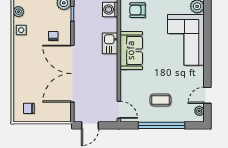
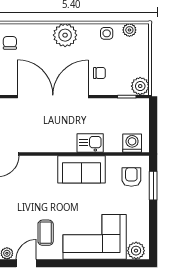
plant: (23, 64) -> (65, 35), added
door: (207, 95) -> (26, 263), hinge flipped
coffee table: (160, 100) -> (46, 233), moved

